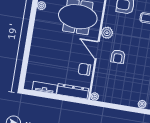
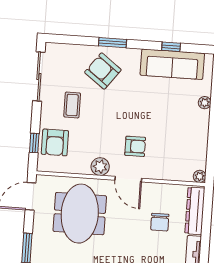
door: (97, 50) -> (128, 179), hinge flipped
chair: (84, 69) -> (160, 222), moved

